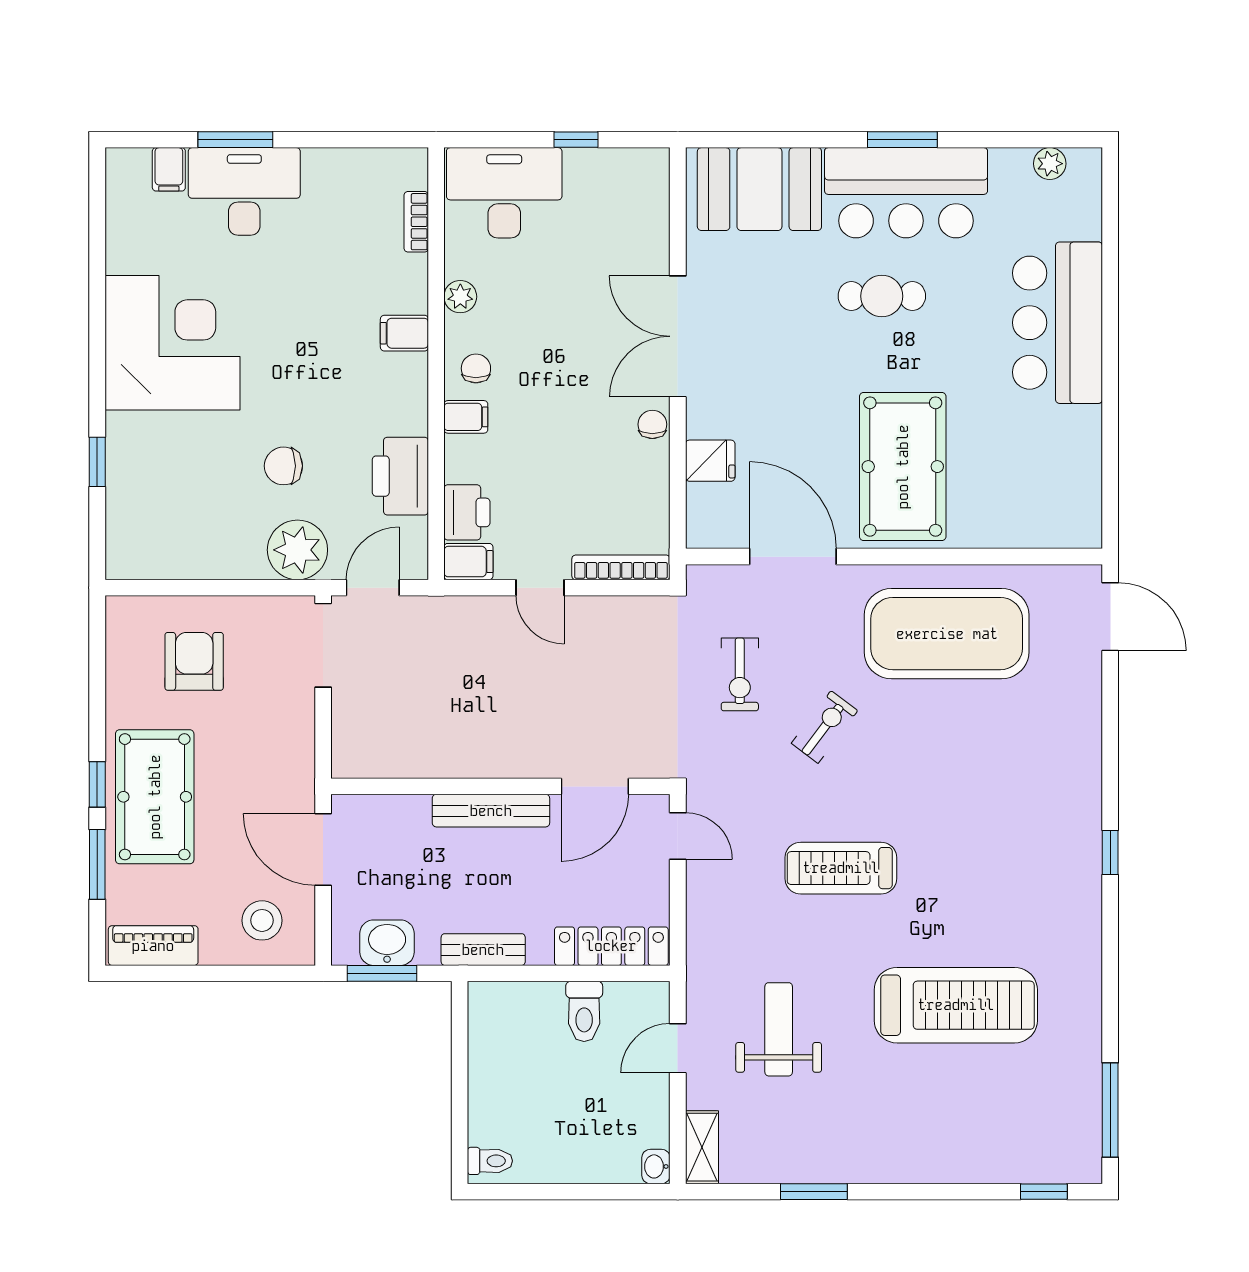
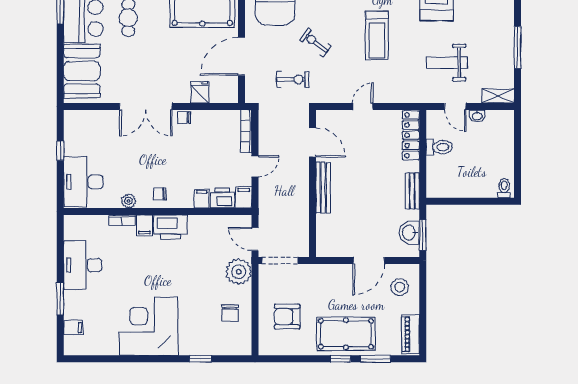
desk: (244, 191) -> (83, 265), moved
bookcase: (416, 222) -> (122, 220), moved
filing cabinet: (466, 417) -> (202, 199), moved
chair: (283, 466) -> (230, 313), moved
printer: (400, 476) -> (171, 227), moved
wall: (500, 786) -> (313, 183), moved
door: (595, 786) -> (313, 142), moved
bench: (491, 811) -> (323, 188), moved
washbasin: (656, 1166) -> (477, 116), moved
window: (814, 1192) -> (517, 47), width x1.44

